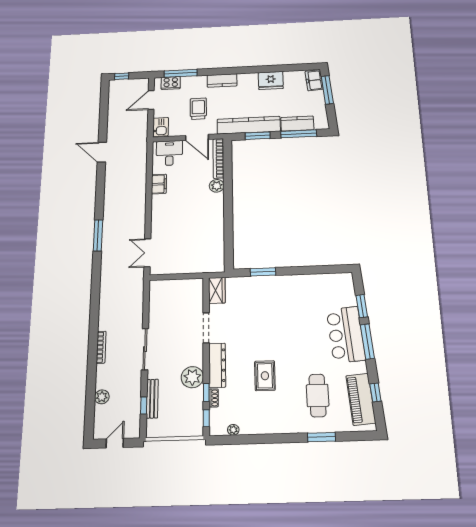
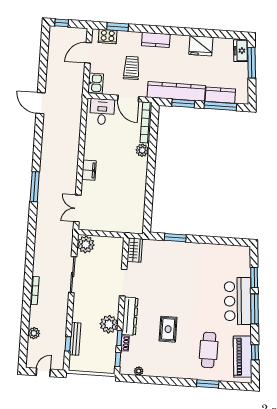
window: (181, 73) -> (118, 27), width x0.69
filing cabinet: (159, 184) -> (89, 170), moved
plant: (159, 290) -> (86, 244), added
sliding door: (145, 349) -> (73, 275), moved

